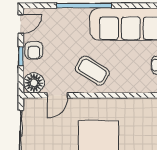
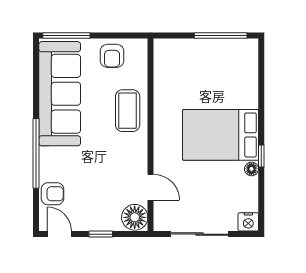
armchair: (34, 50) -> (53, 194), moved
coffee table: (92, 71) -> (128, 111), moved, turned -32

